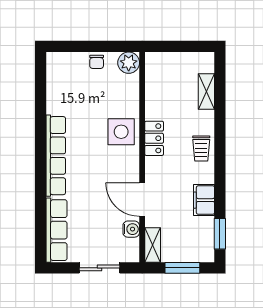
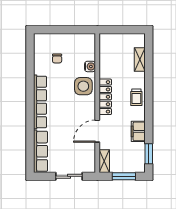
chair: (97, 62) -> (57, 59), moved
plant: (129, 63) -> (88, 40), removed
locker: (154, 138) -> (105, 97), width x1.53
door: (142, 200) -> (97, 131), hinge flipped
water cooler: (131, 229) -> (90, 66), moved

